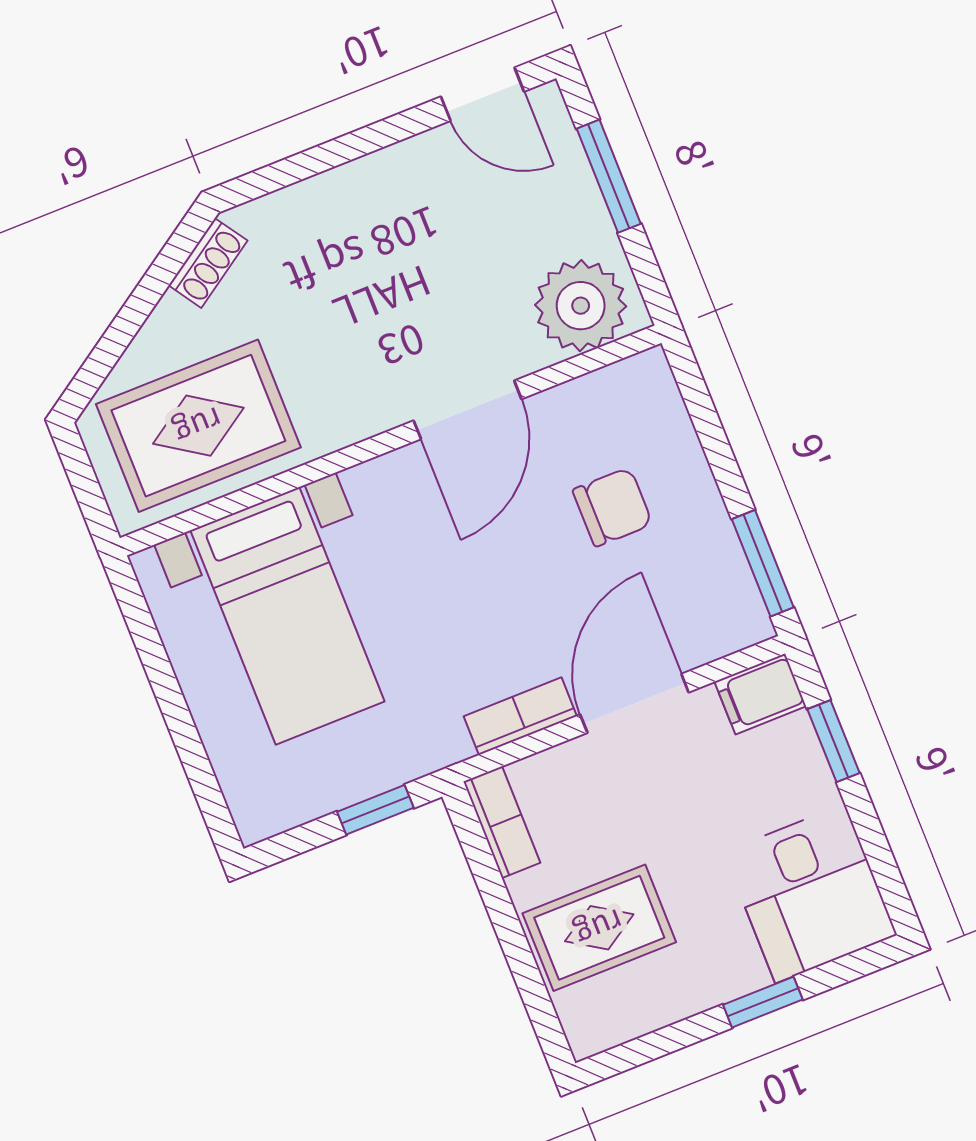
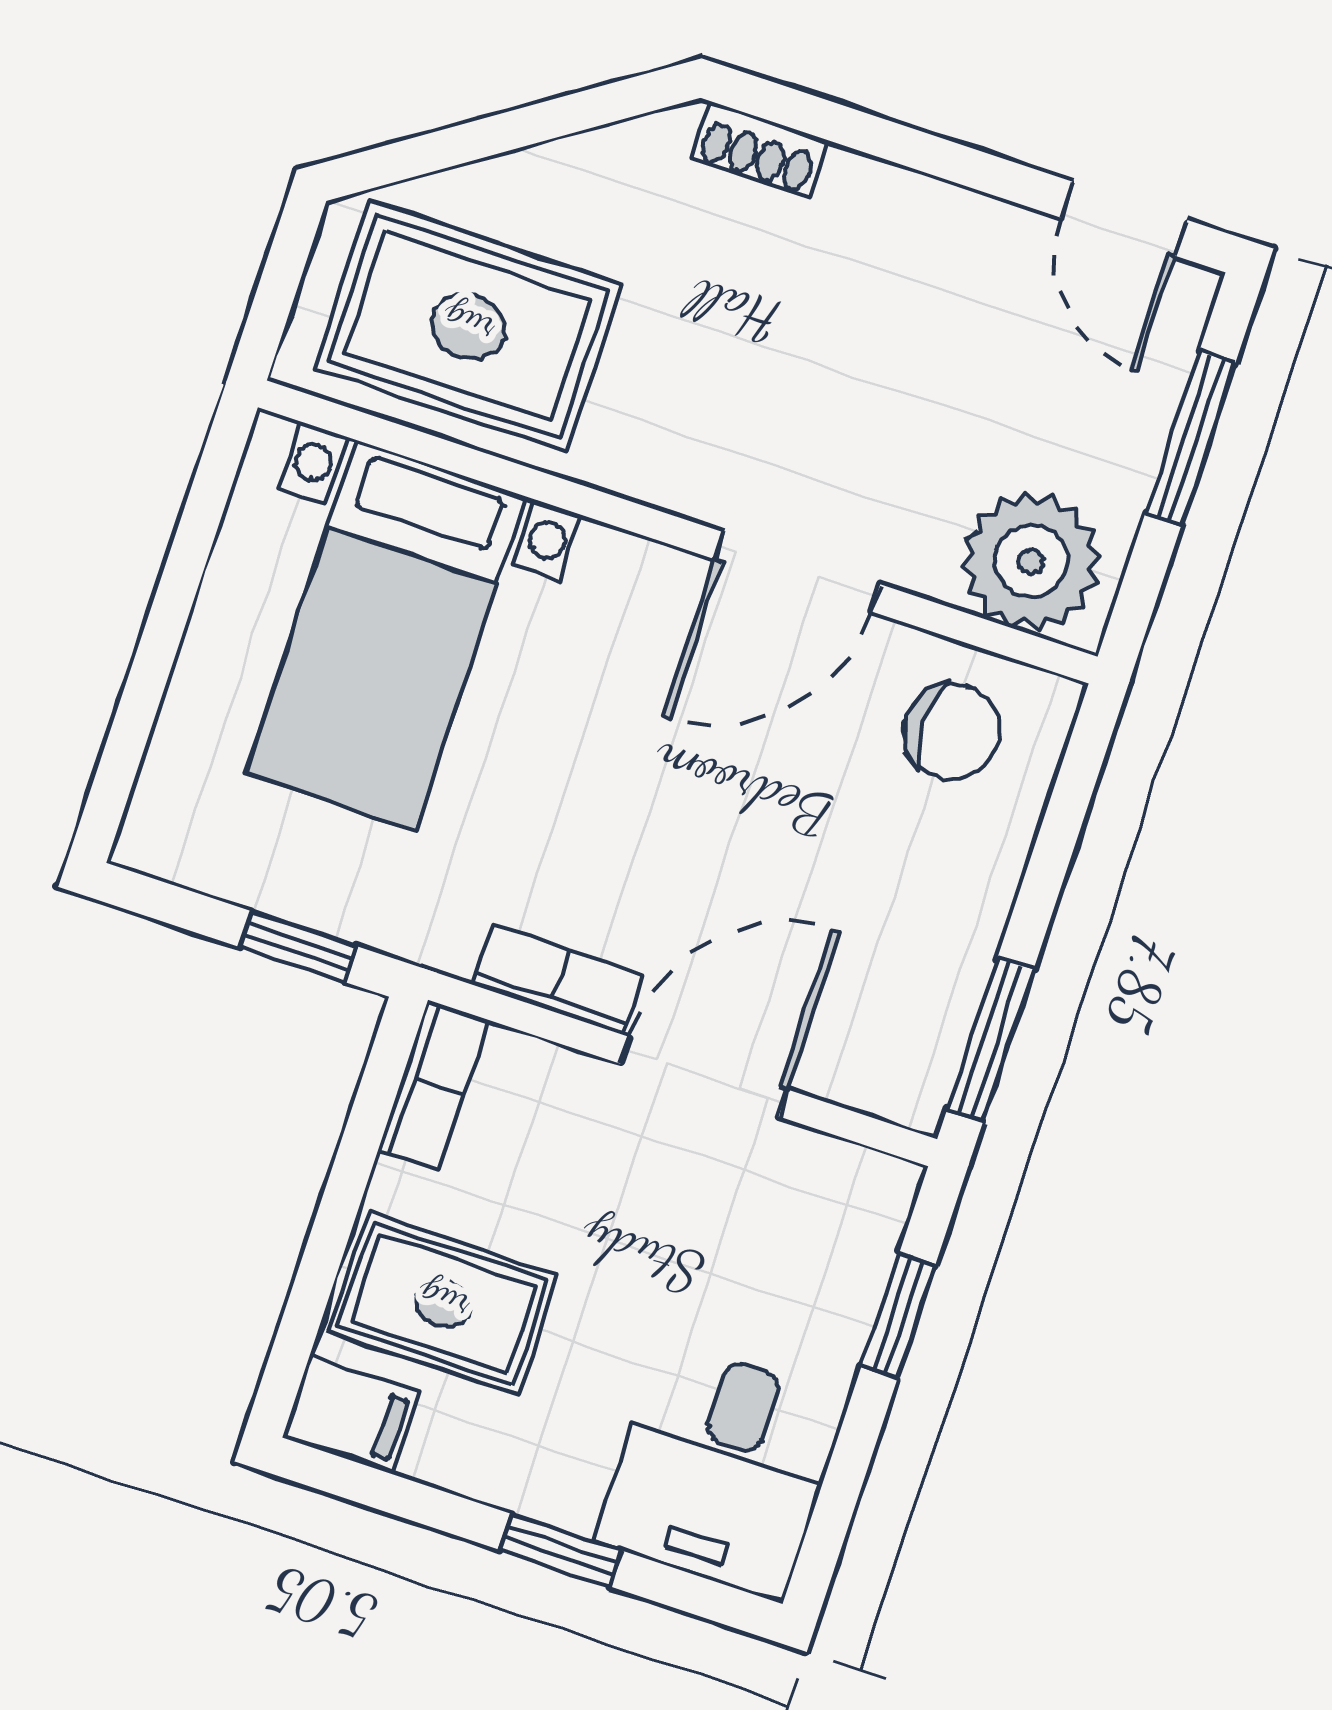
shoe rack: (208, 263) -> (759, 149), moved, turned 34
chair: (613, 507) -> (952, 732), moved
filing cabinet: (760, 694) -> (351, 1415), moved, turned 180

